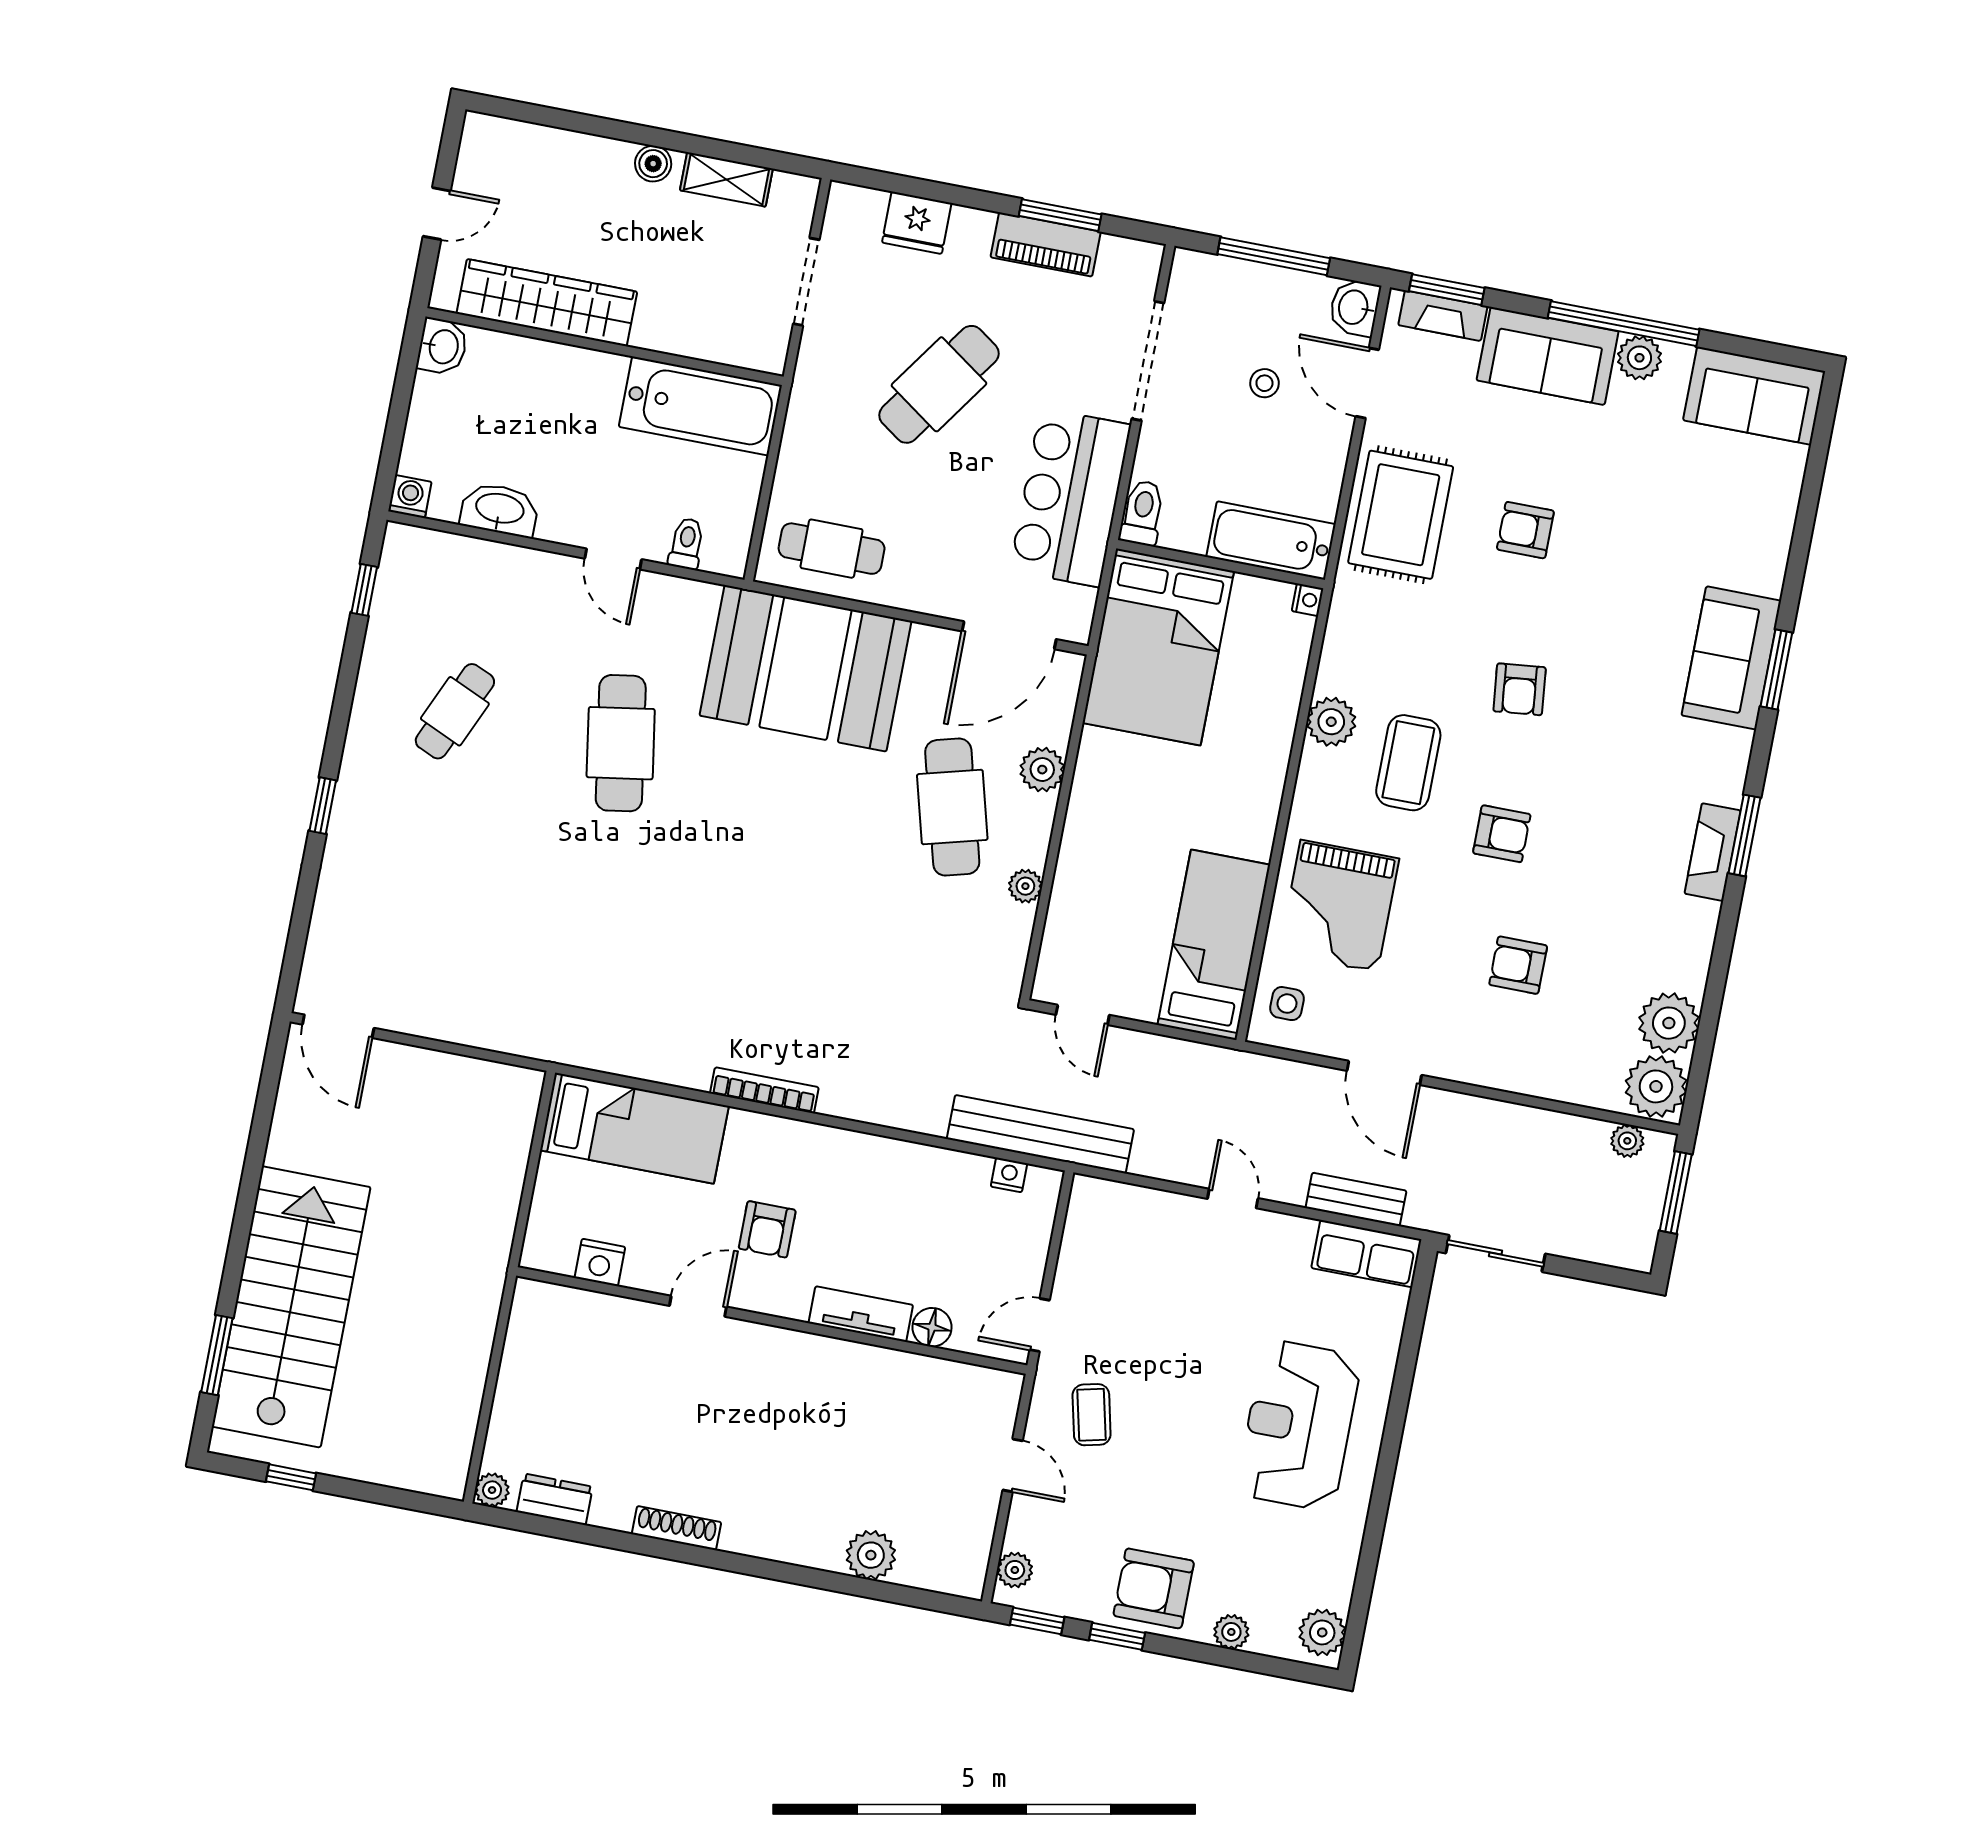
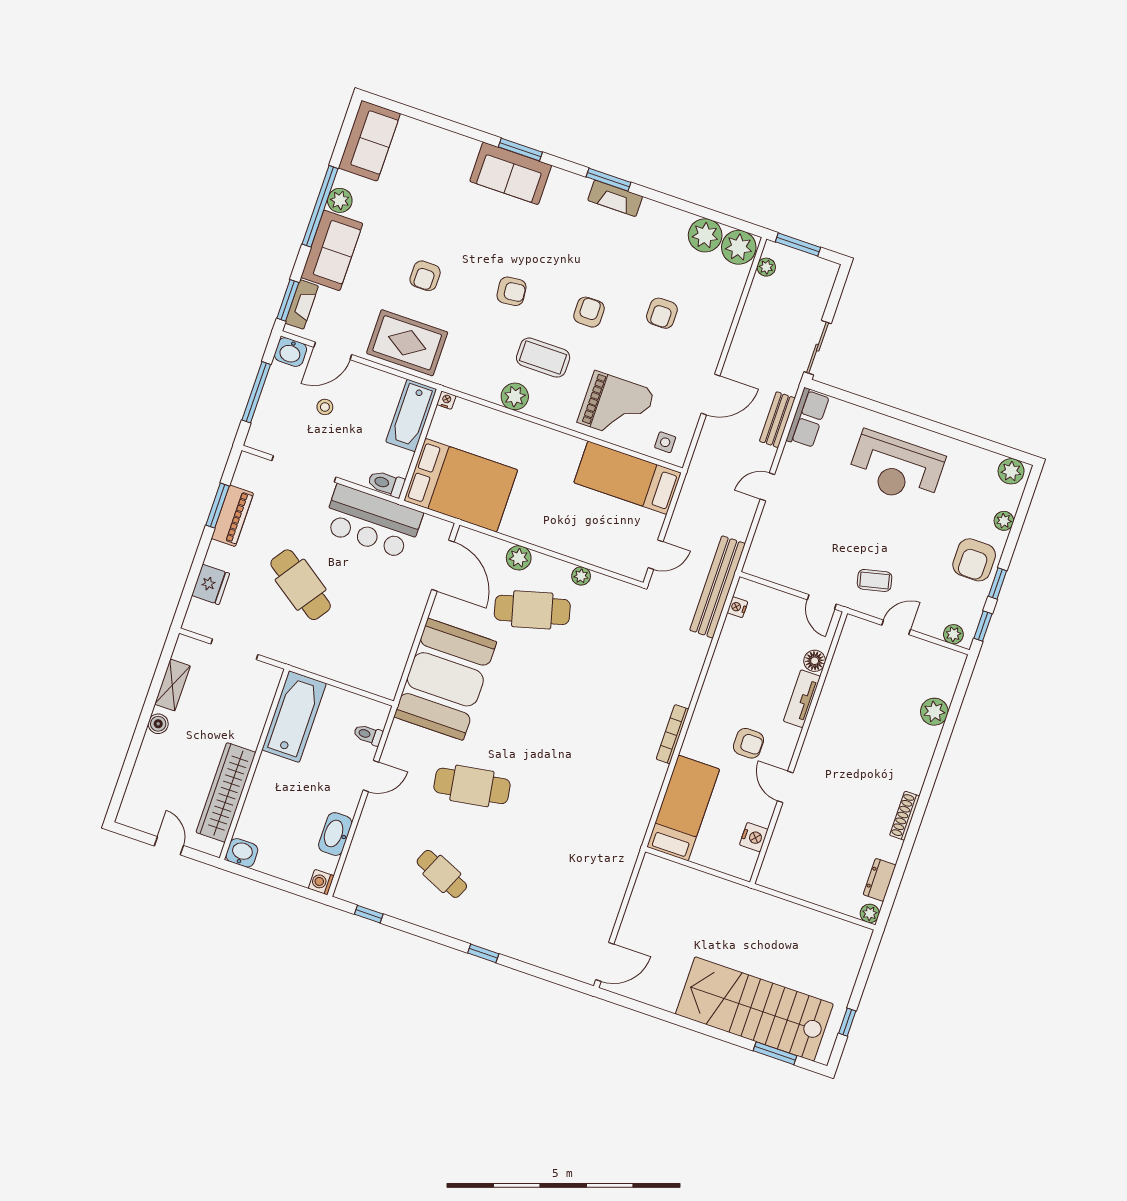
cafe table: (832, 549) -> (382, 656), removed

